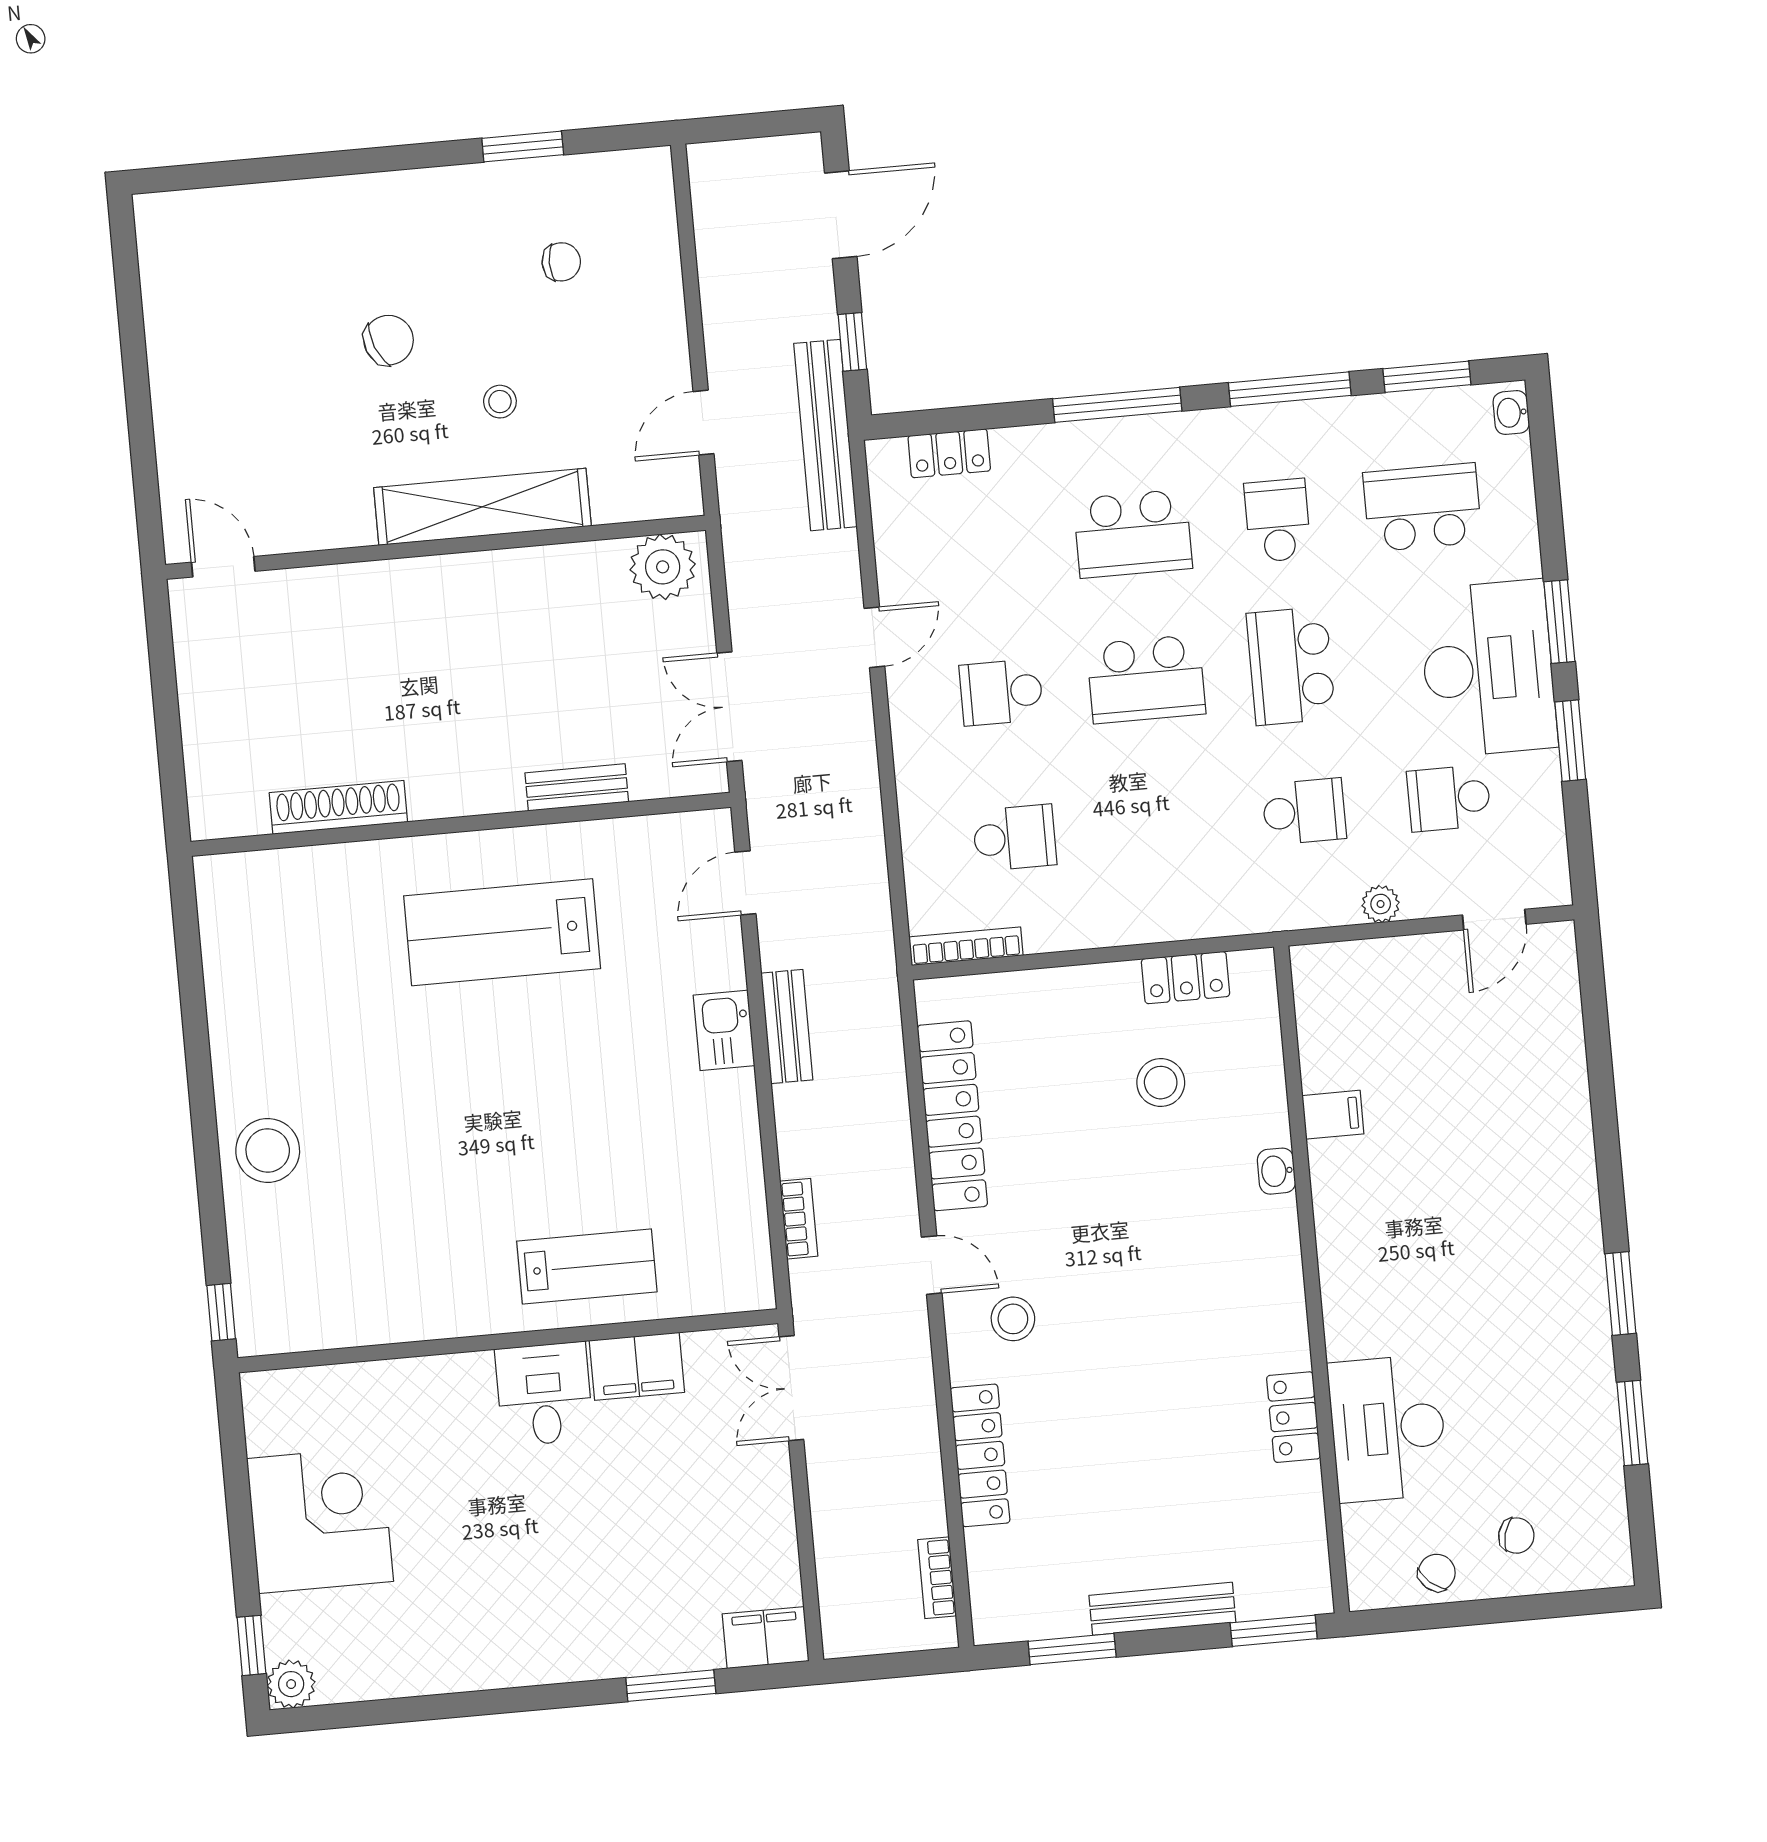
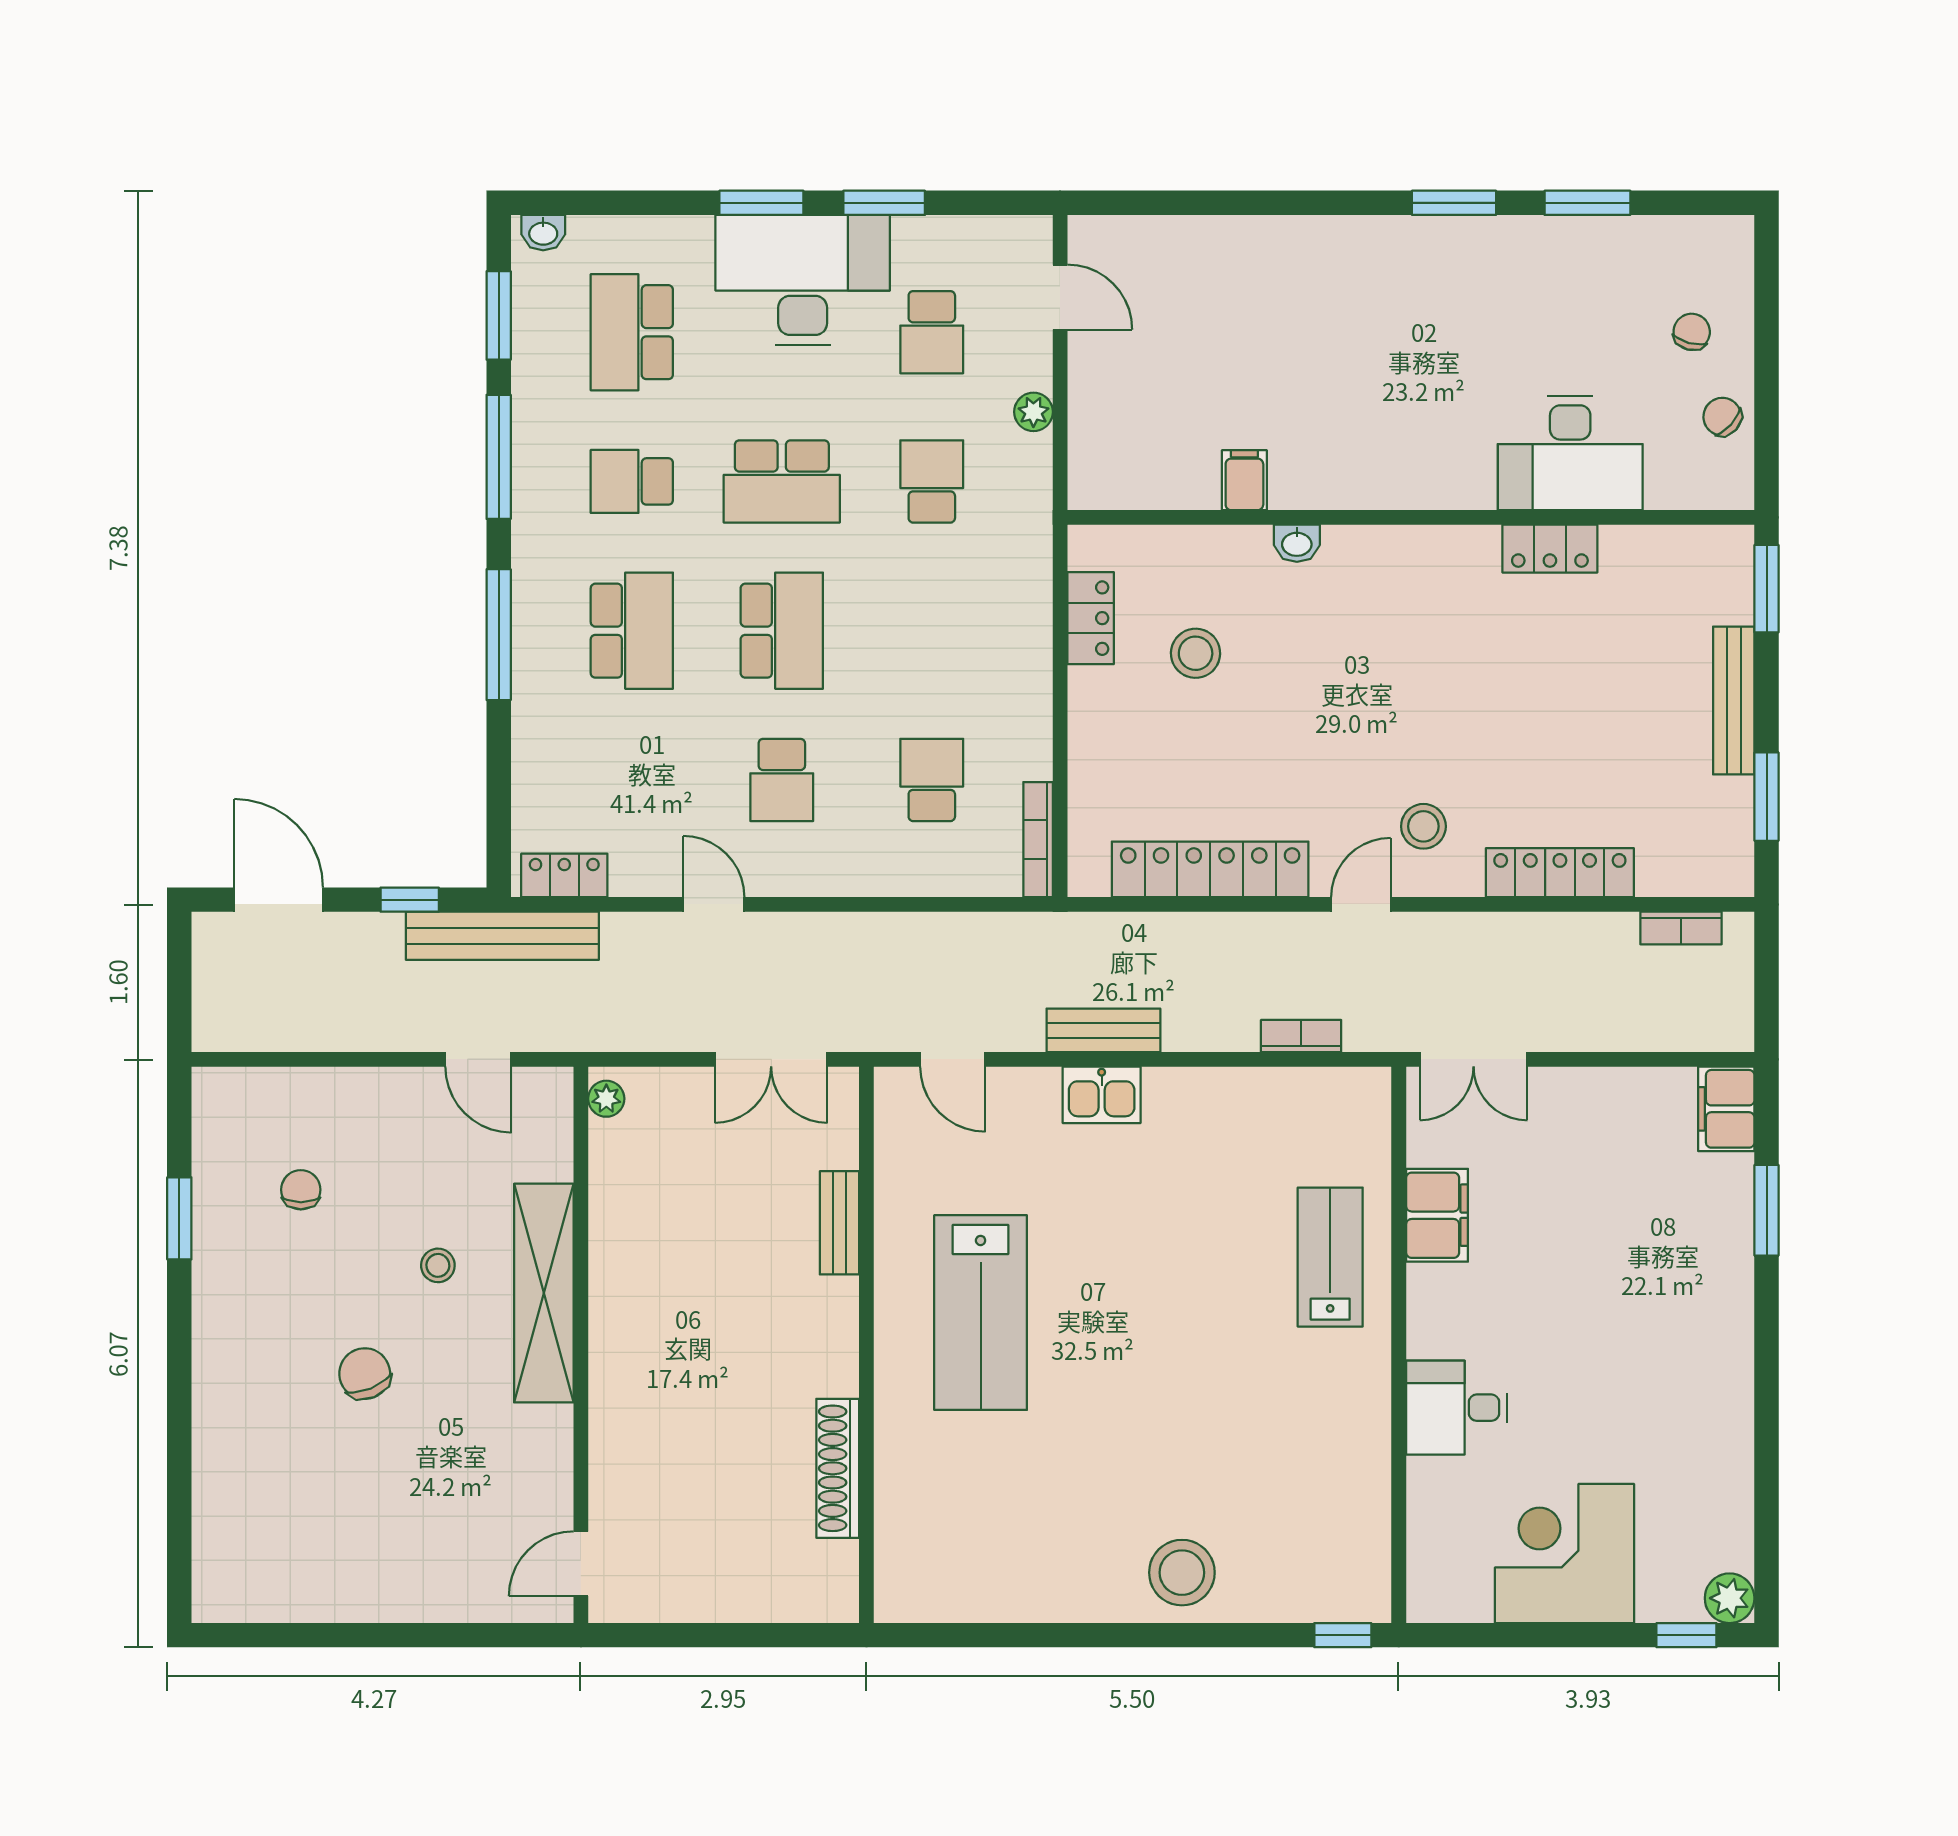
locker: (949, 453) -> (564, 875), moved, turned -90
plant: (663, 567) -> (606, 1099), width x0.53, depth x0.53
desk: (544, 1394) -> (1457, 1408), moved

